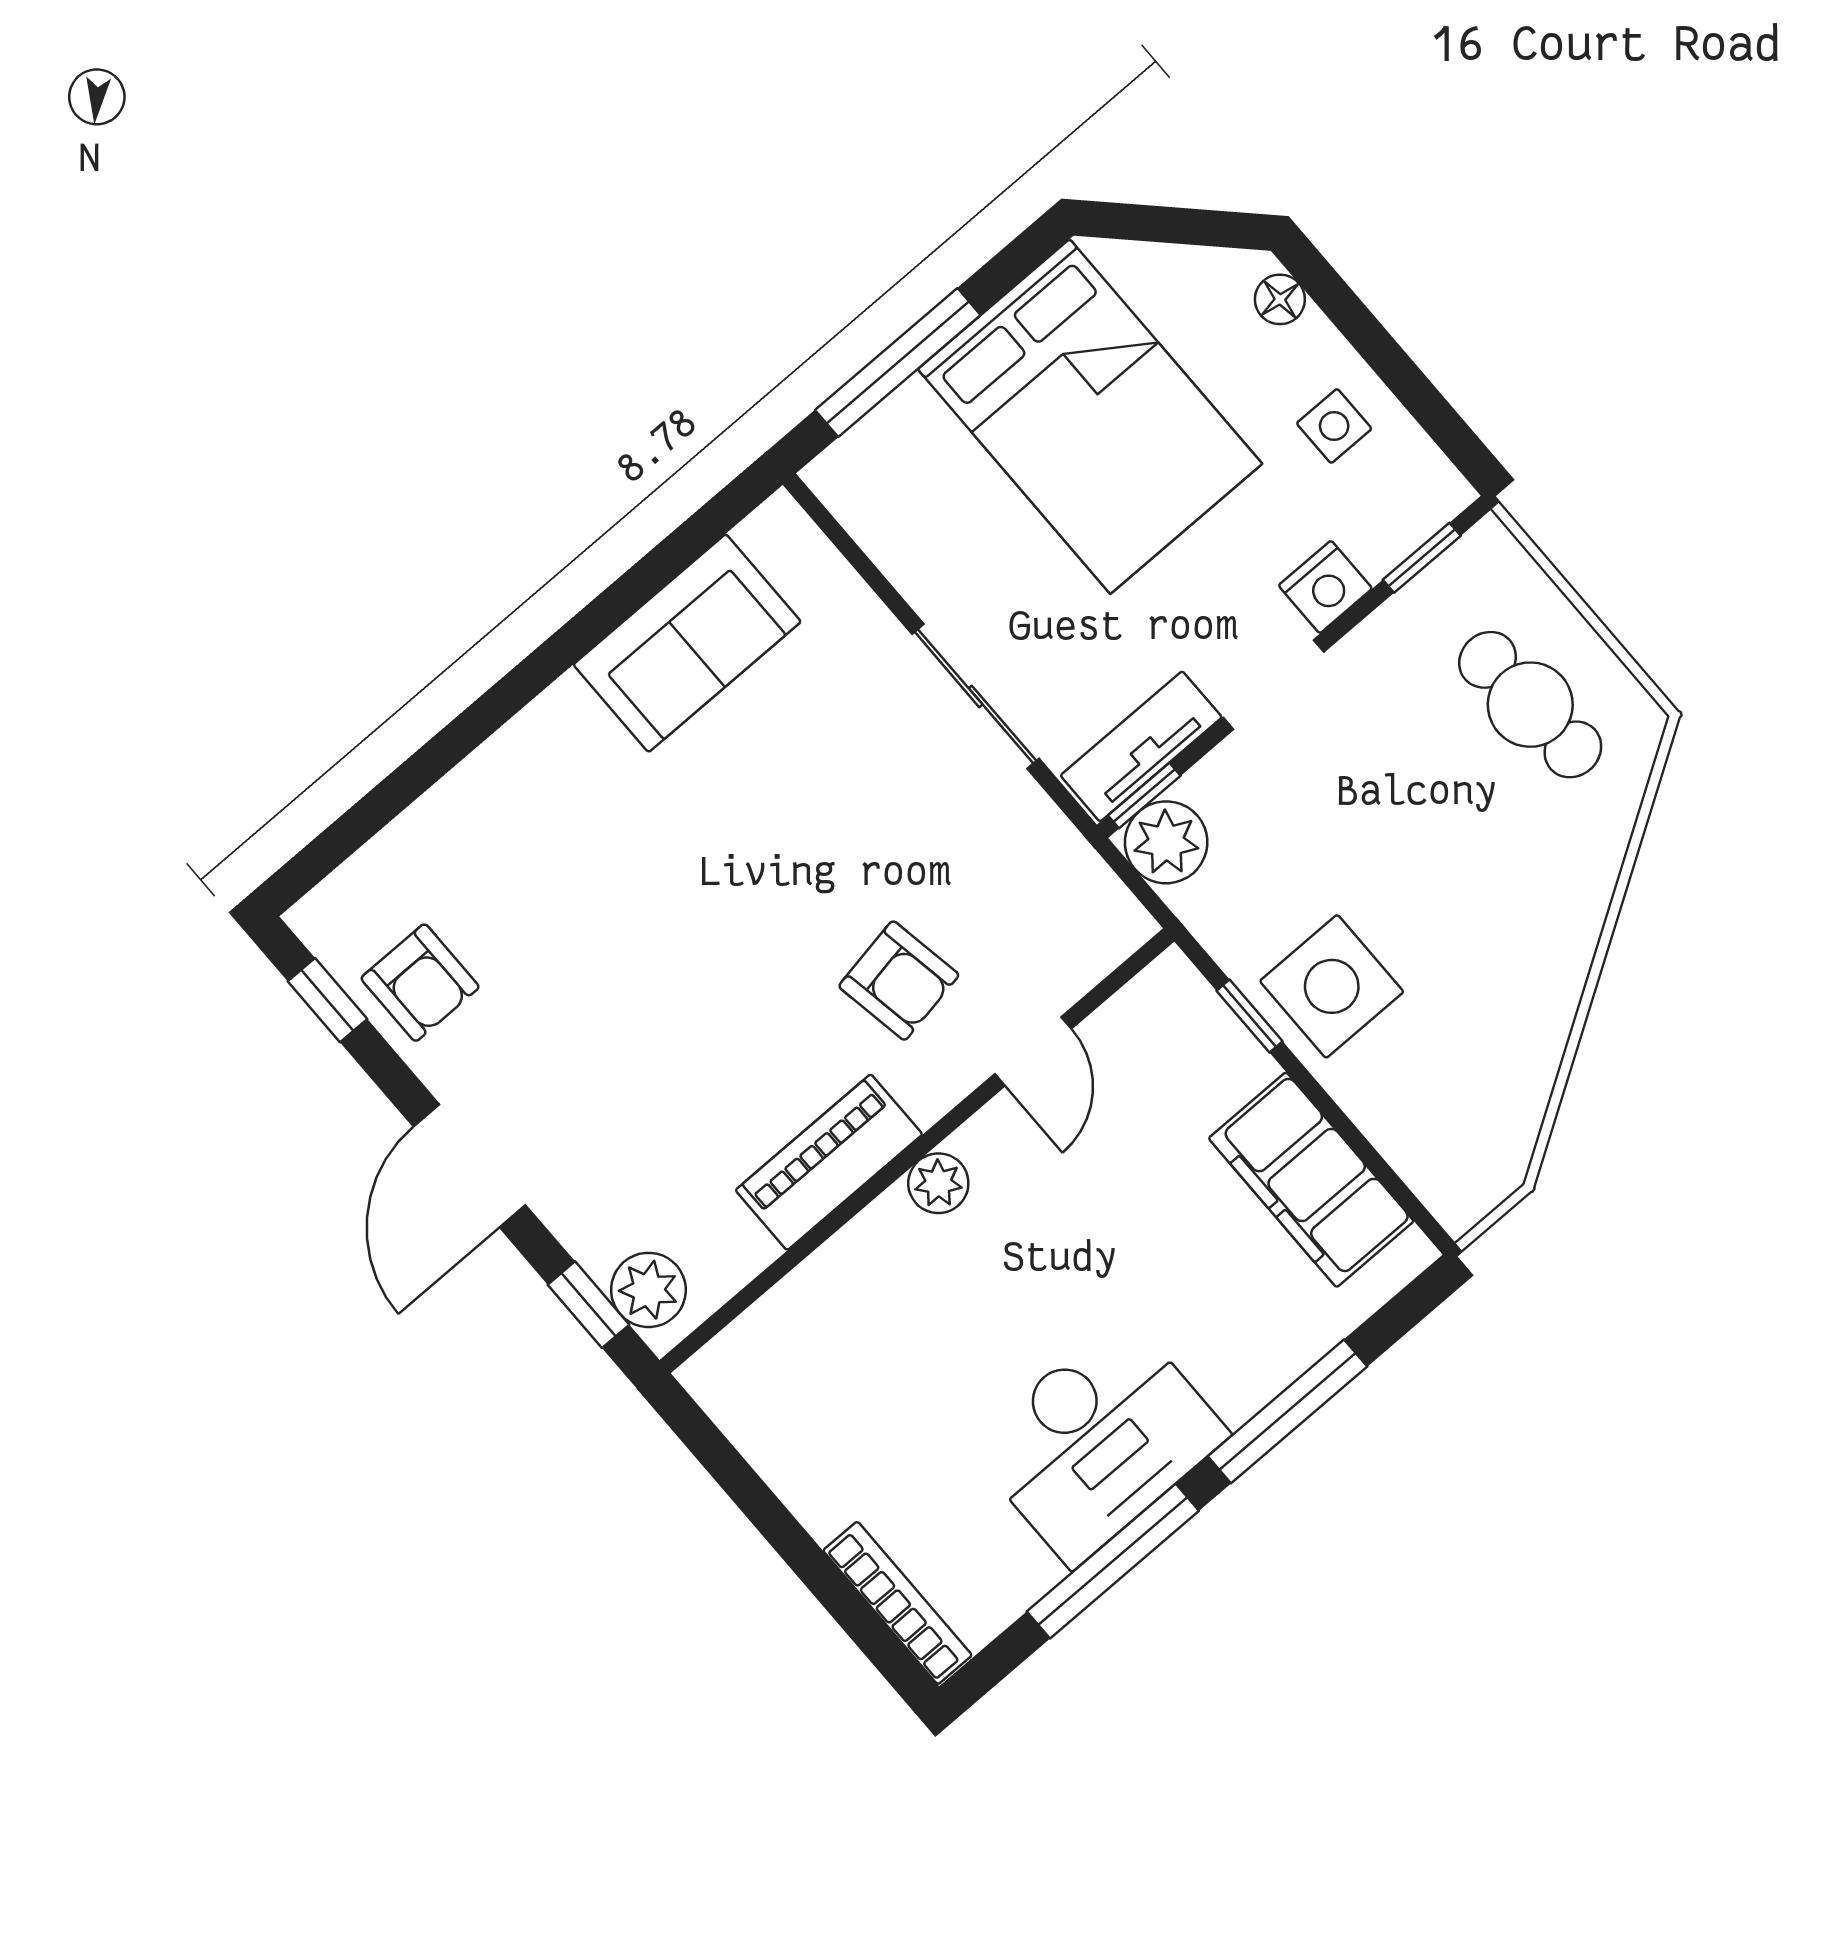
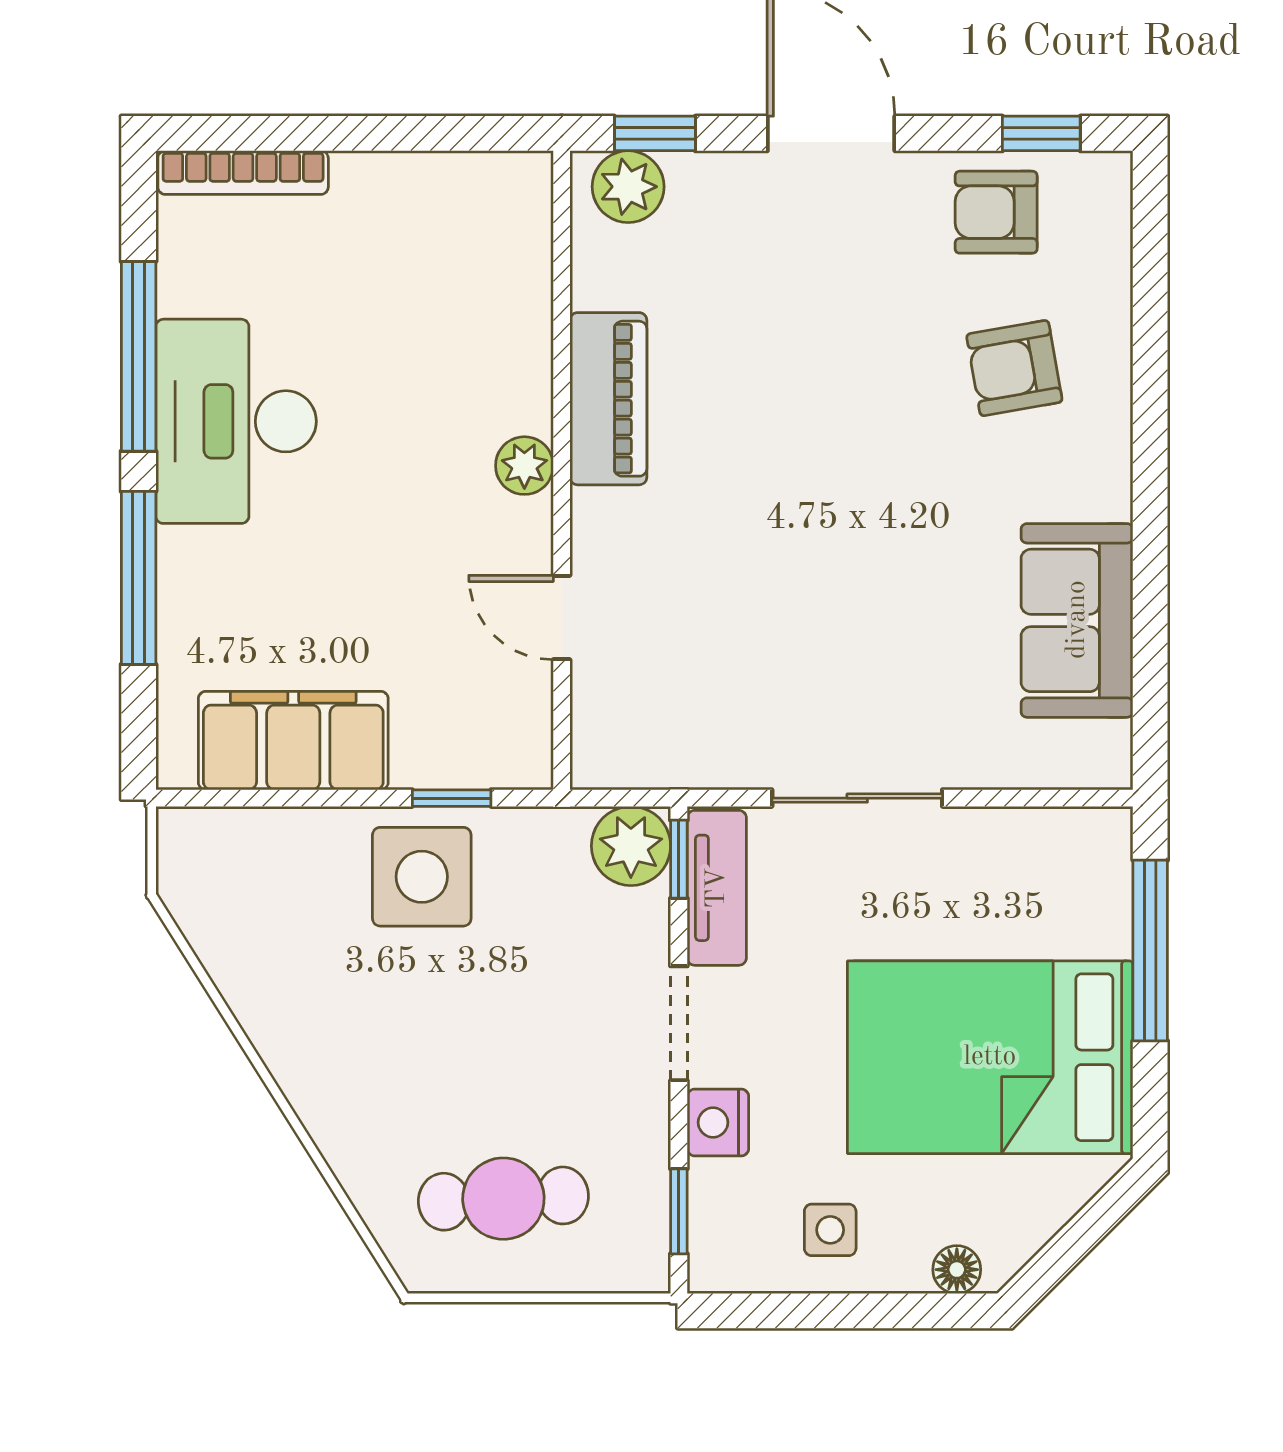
armchair: (899, 981) -> (1014, 368), moved

